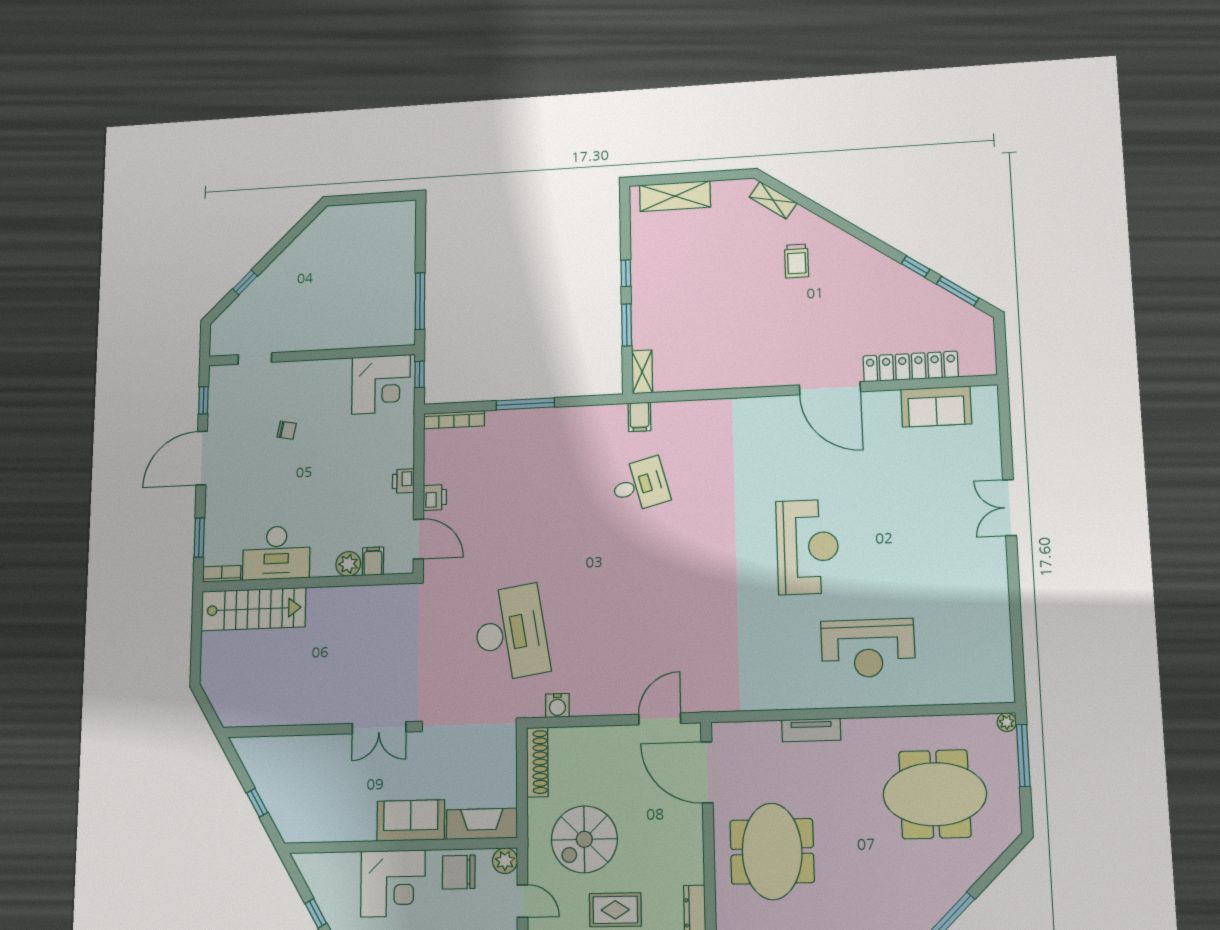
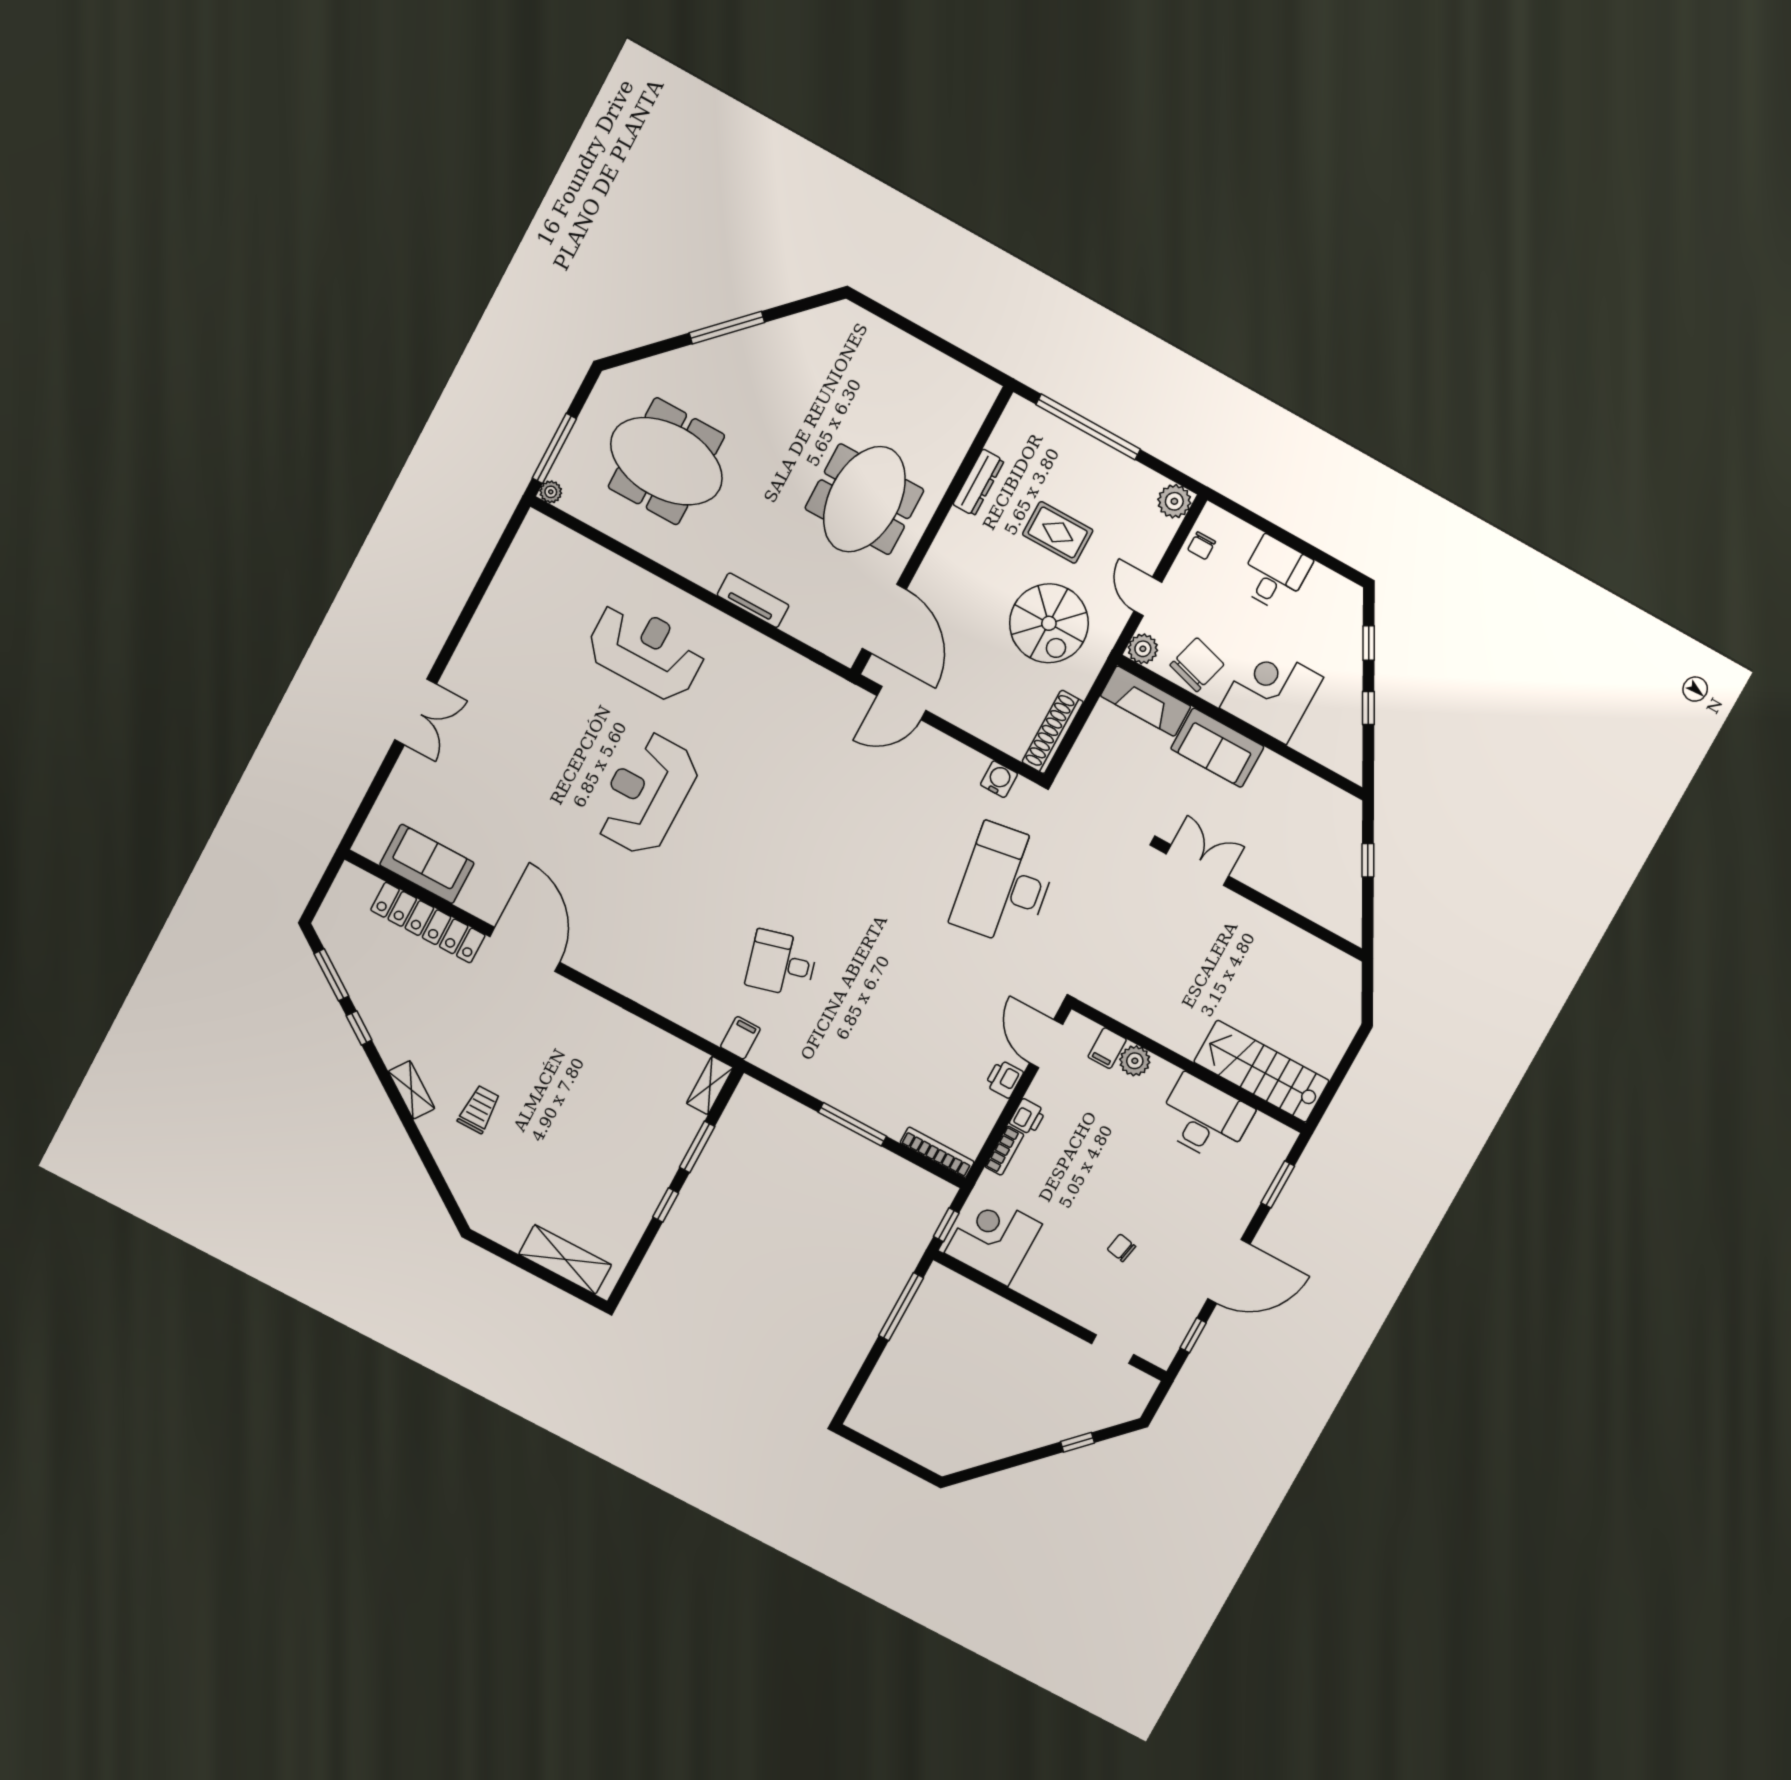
shelving: (773, 200) -> (412, 1090), moved
bookcase: (222, 574) -> (1004, 1151), moved, turned -90
spiral stairs: (584, 839) -> (1049, 623), turned 90
chair: (459, 872) -> (1197, 665), turned -74

